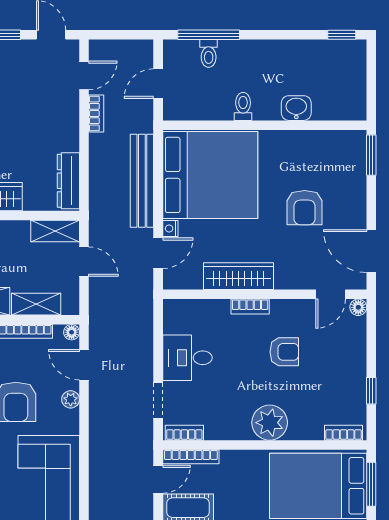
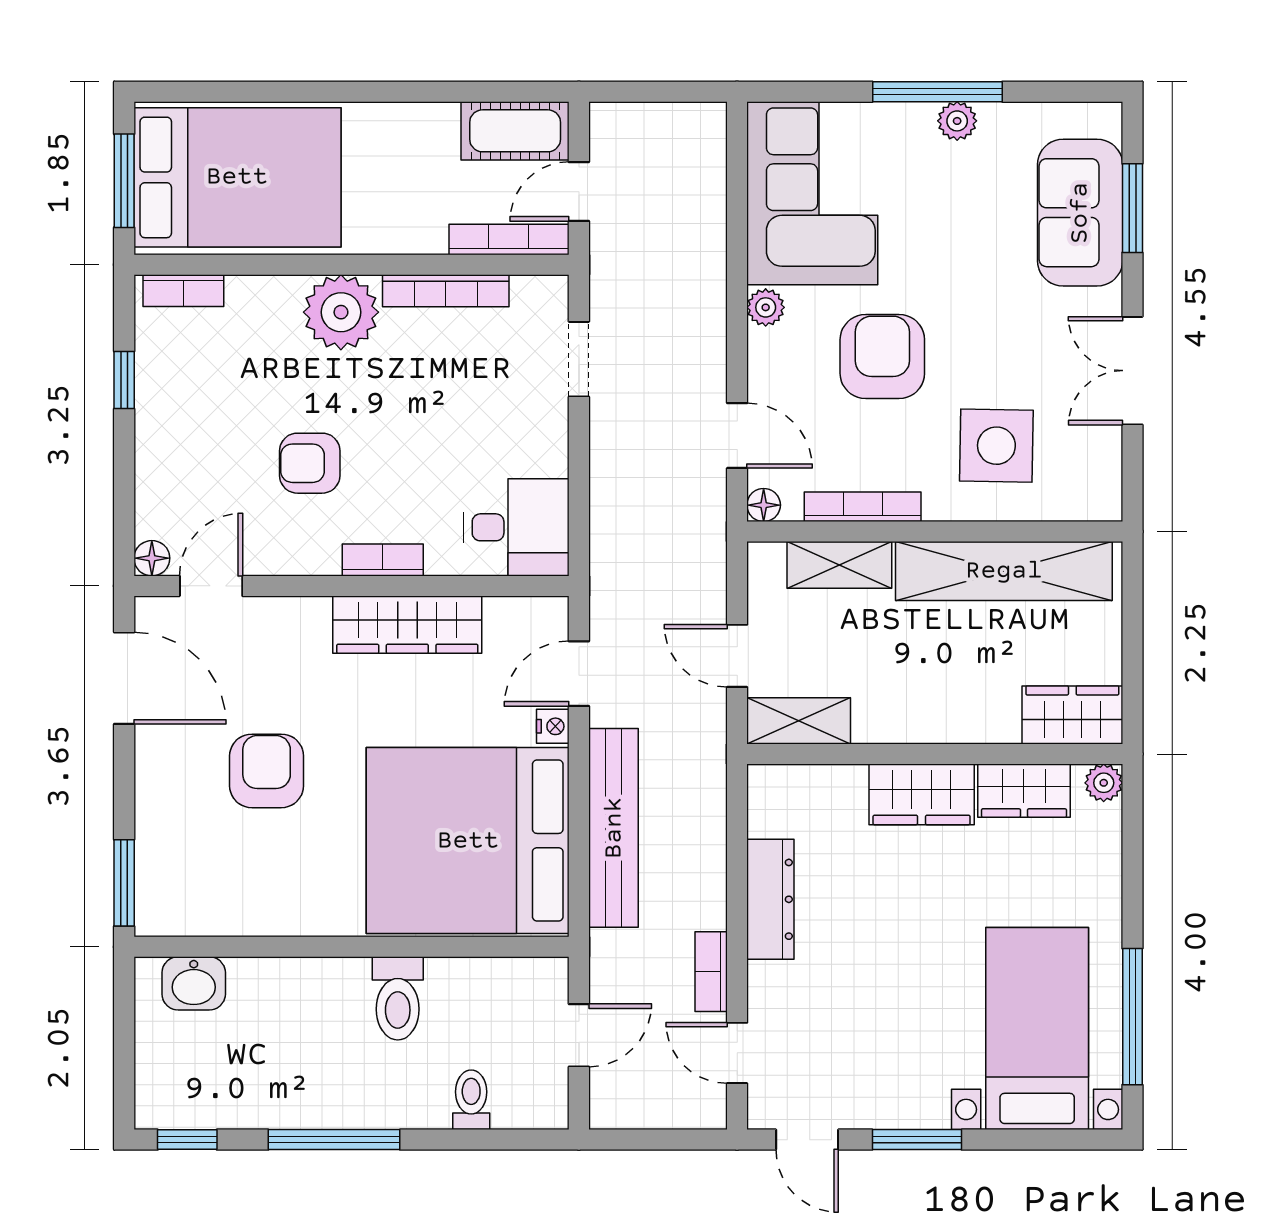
window: (209, 35) -> (334, 1140), moved
door: (84, 75) -> (737, 1053), hinge flipped
toilet: (243, 106) -> (398, 998), width x1.37, depth x1.39
washbasin: (296, 108) -> (194, 983), moved
dresser: (68, 181) -> (770, 899), moved
desk: (187, 358) -> (516, 527), moved
plant: (71, 399) -> (766, 307), moved
bookcase: (184, 433) -> (446, 291), moved, width x1.56

